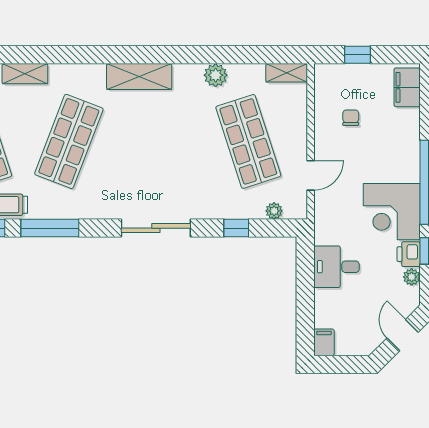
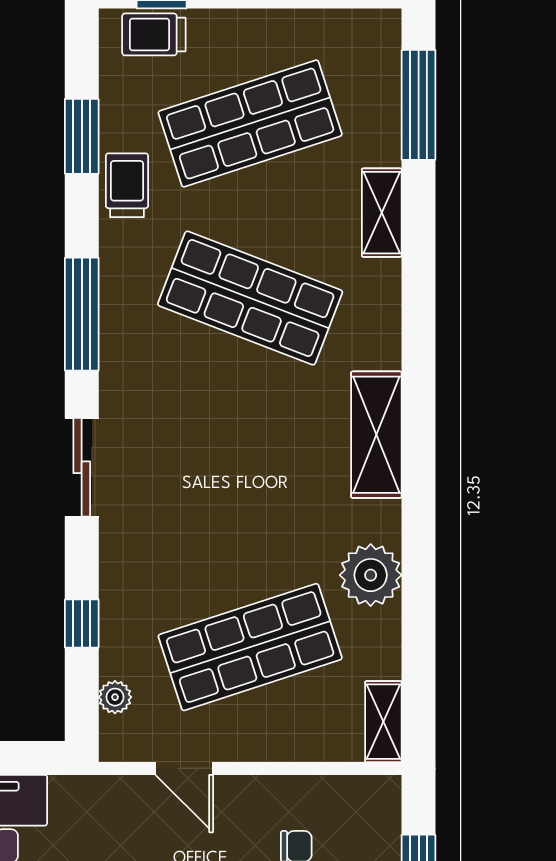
plant: (216, 75) -> (371, 575), width x1.36, depth x1.36
window: (50, 228) -> (82, 314), moved
sliding door: (156, 228) -> (82, 467), width x0.73

